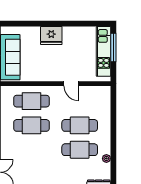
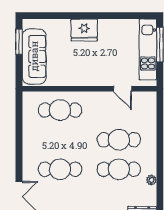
door: (71, 84) -> (123, 89), moved
cafe table: (31, 125) -> (60, 169), moved

